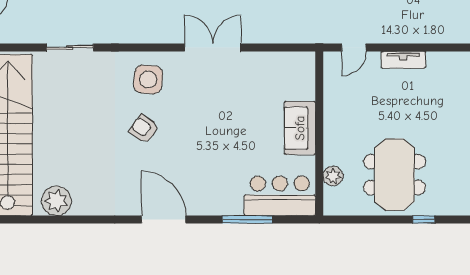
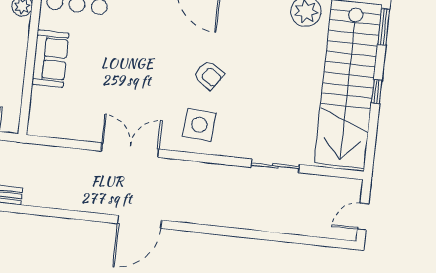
double door: (213, 47) -> (130, 150), swing flipped

